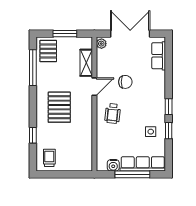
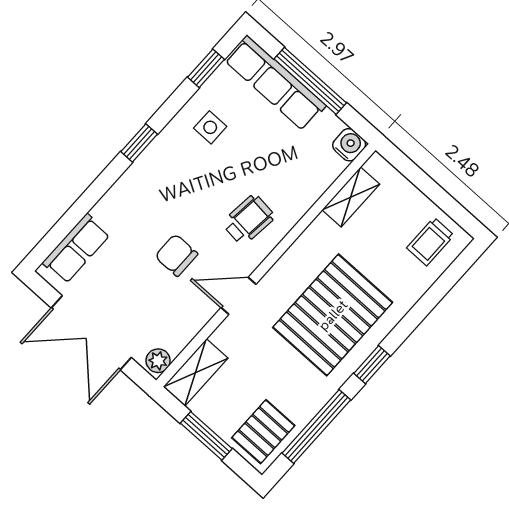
shelving: (86, 63) -> (196, 372), moved
pallet: (59, 107) -> (333, 315), width x1.37, depth x1.41
window: (169, 131) -> (206, 68), moved
window: (33, 135) -> (372, 365), moved
shelving: (87, 149) -> (351, 197), added
water cooler: (113, 165) -> (349, 145), moved

